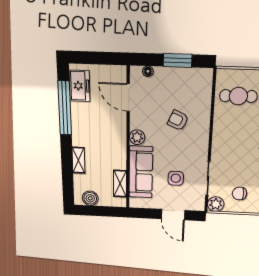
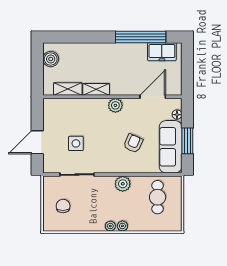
shelving: (79, 160) -> (96, 89), moved
sofa: (141, 172) -> (171, 147), moved, turned 90
plant: (216, 204) -> (123, 184), moved

